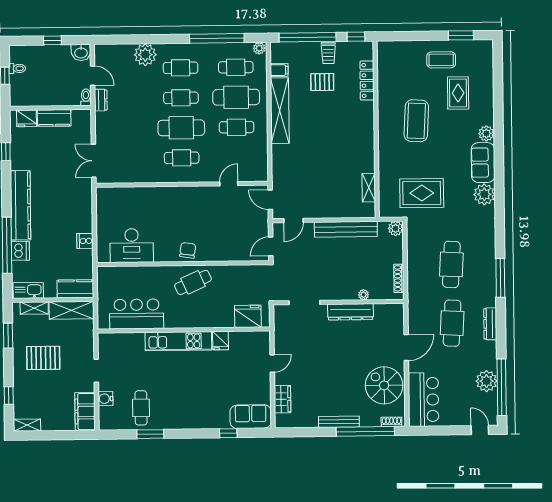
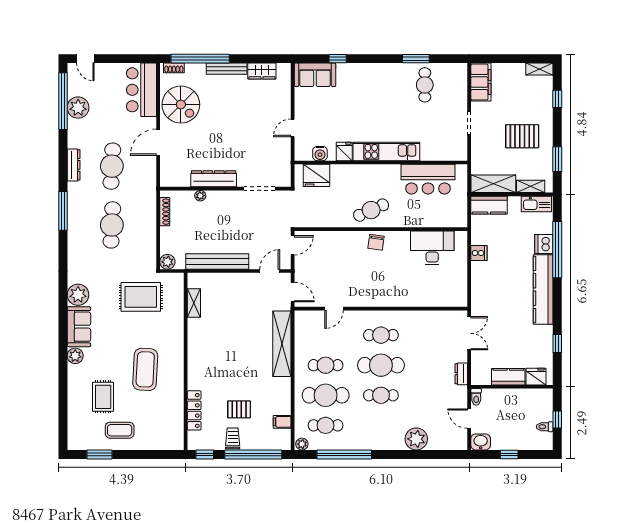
cafe table: (181, 68) -> (381, 425), removed
dresser: (101, 100) -> (461, 374), moved
shelving: (280, 111) -> (282, 344), moved
water cooler: (105, 399) -> (320, 154), moved, turned 90
wardrobe: (282, 399) -> (262, 71), moved, turned -90

